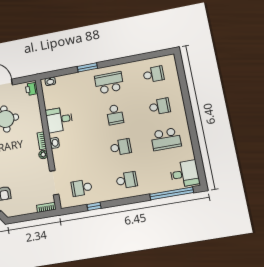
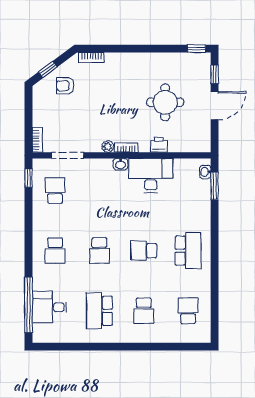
window: (87, 67) -> (215, 186), moved
school desk: (153, 74) -> (188, 311), turned 180
printer: (32, 89) -> (159, 145), moved
desk: (59, 120) -> (151, 176), width x1.37
desk: (185, 174) -> (49, 307), moved, turned 90
window: (94, 206) -> (29, 178), moved

